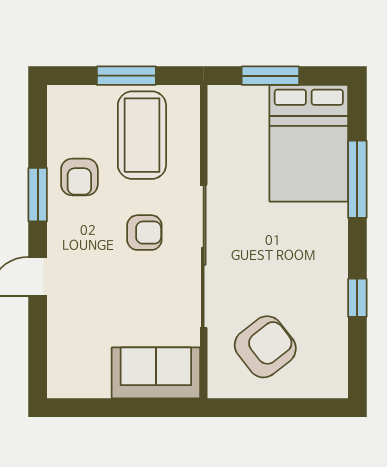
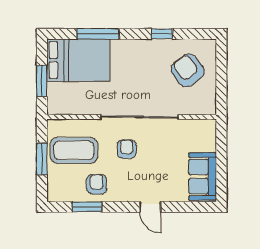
armchair: (79, 177) -> (97, 184), turned -90
window: (38, 195) -> (87, 207), moved
armchair: (265, 347) -> (188, 70), moved
sofa: (156, 373) -> (203, 177), moved

